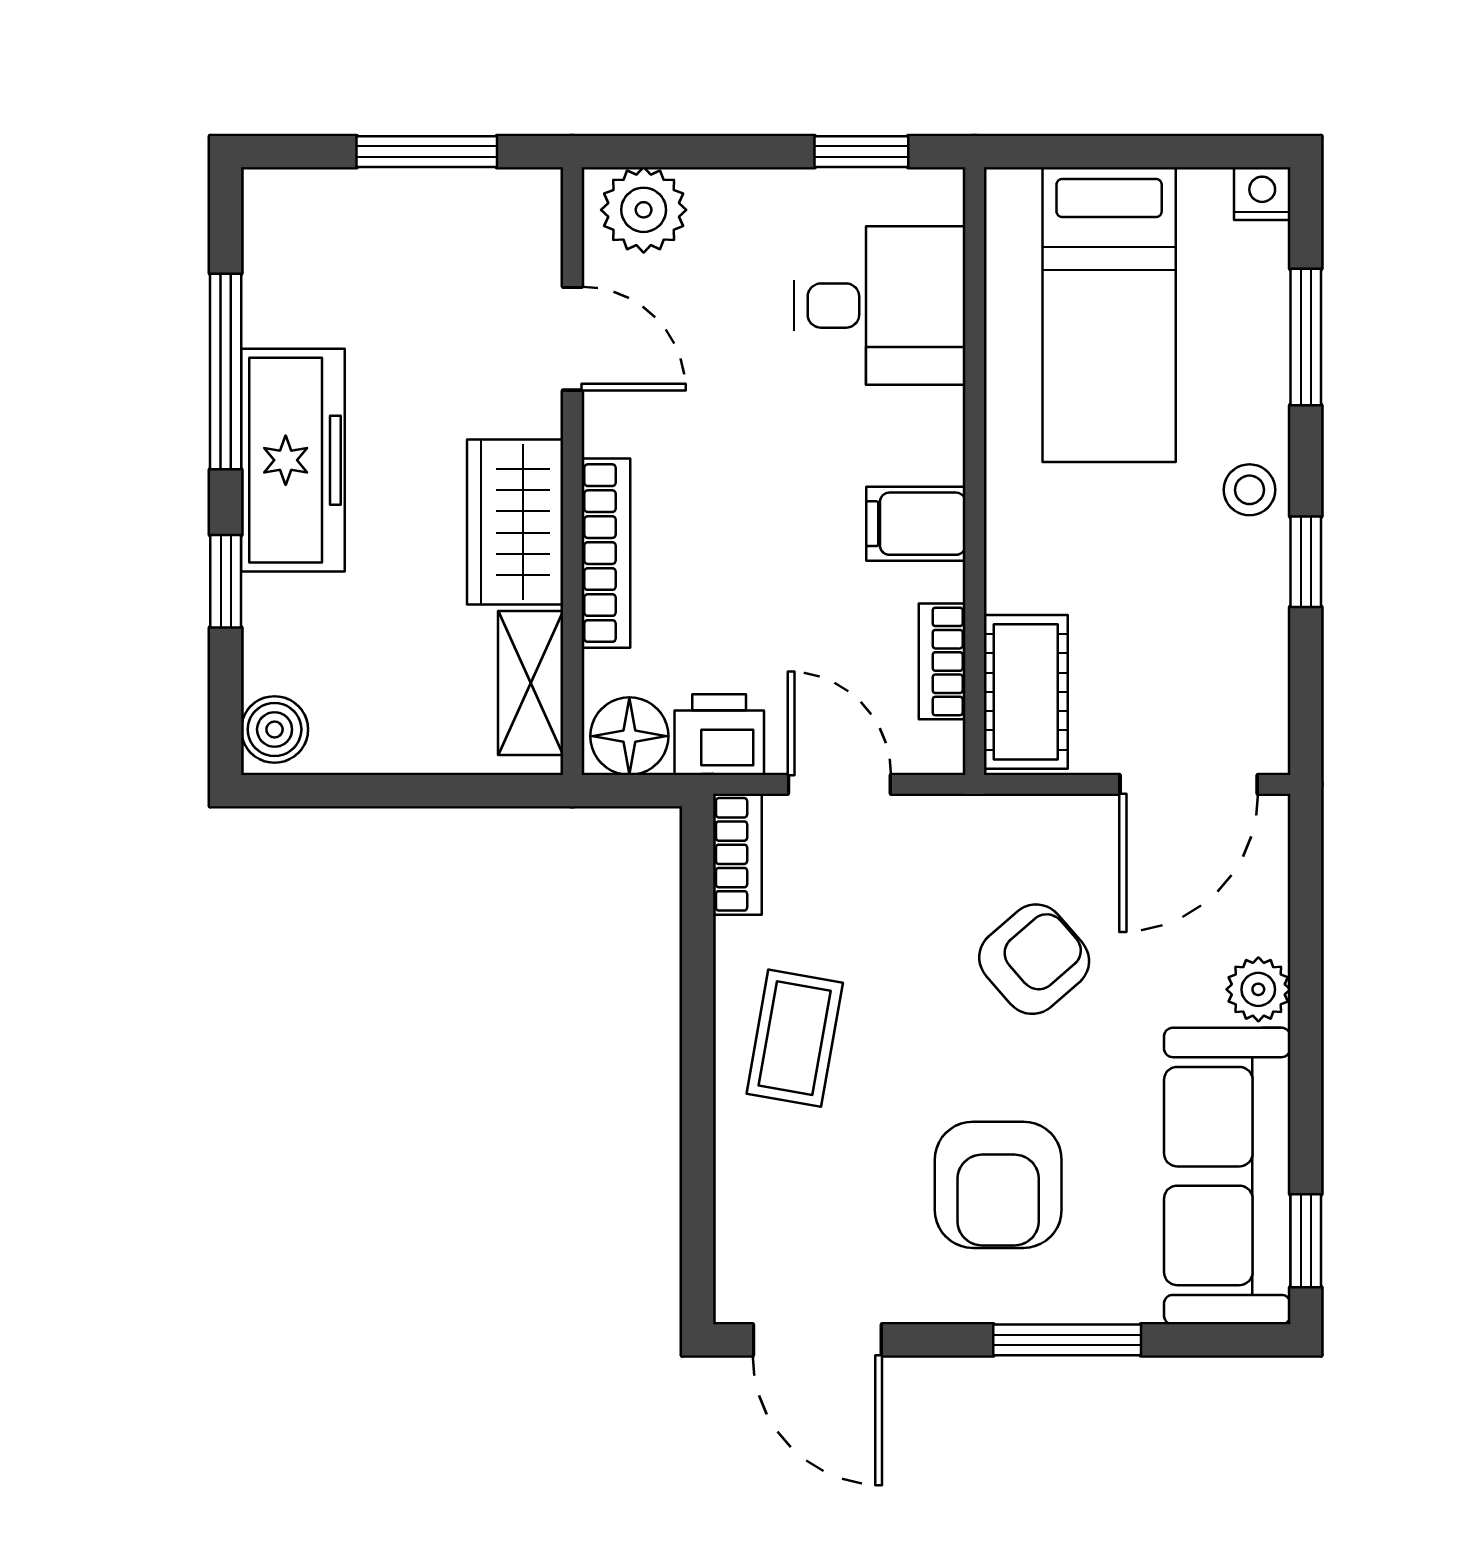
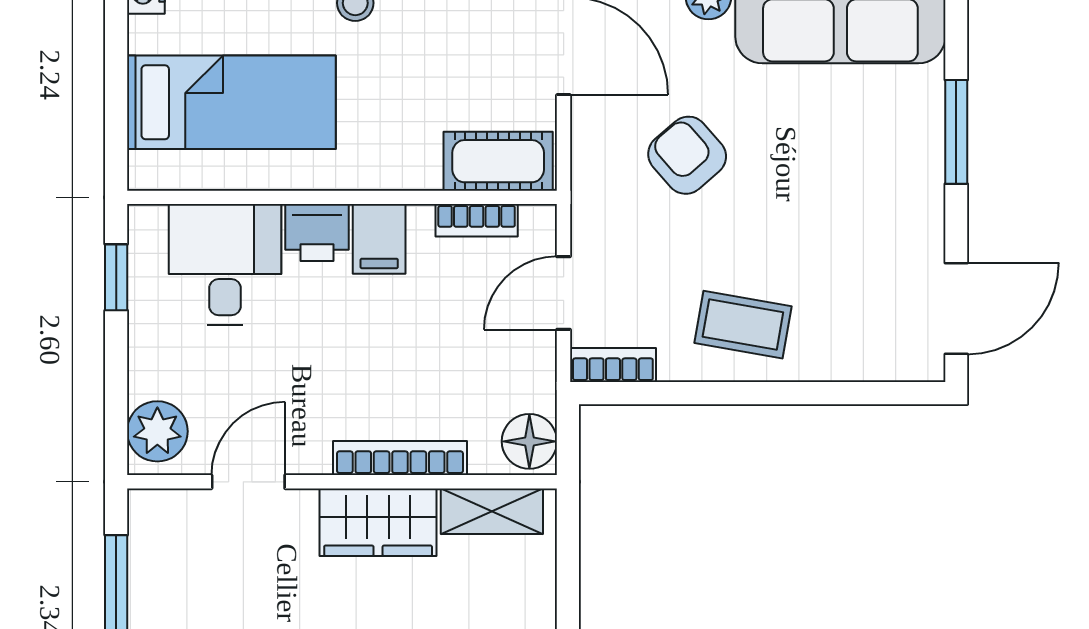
printer: (719, 735) -> (317, 233), moved, turned -90
armchair: (998, 1185) -> (847, 181), removed

